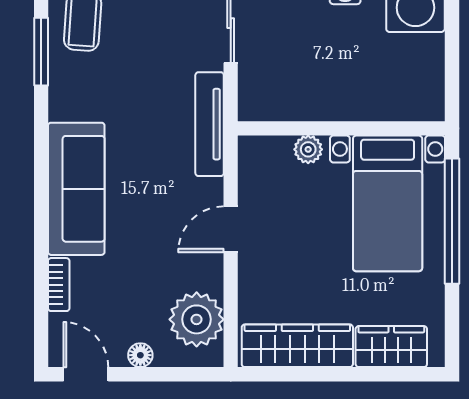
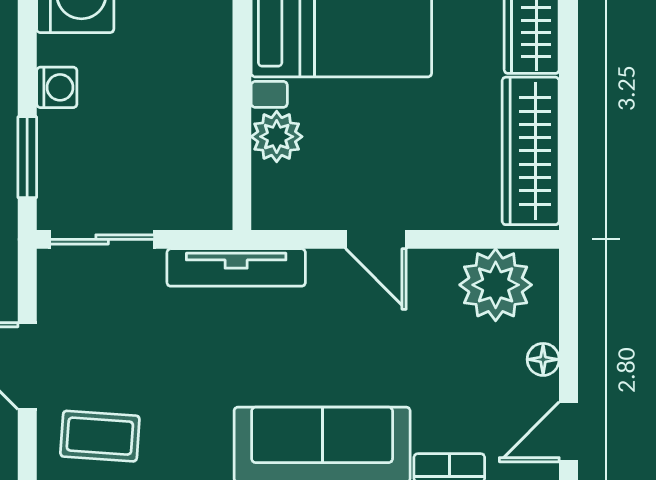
plant: (308, 149) -> (277, 137), width x1.38, depth x1.38

